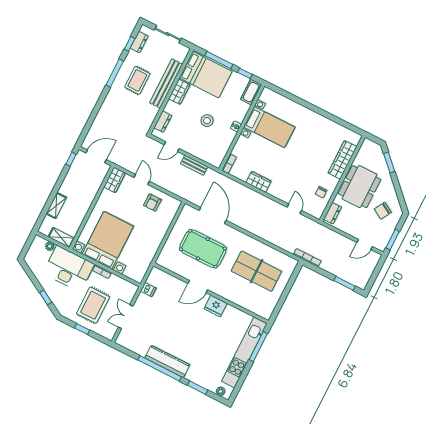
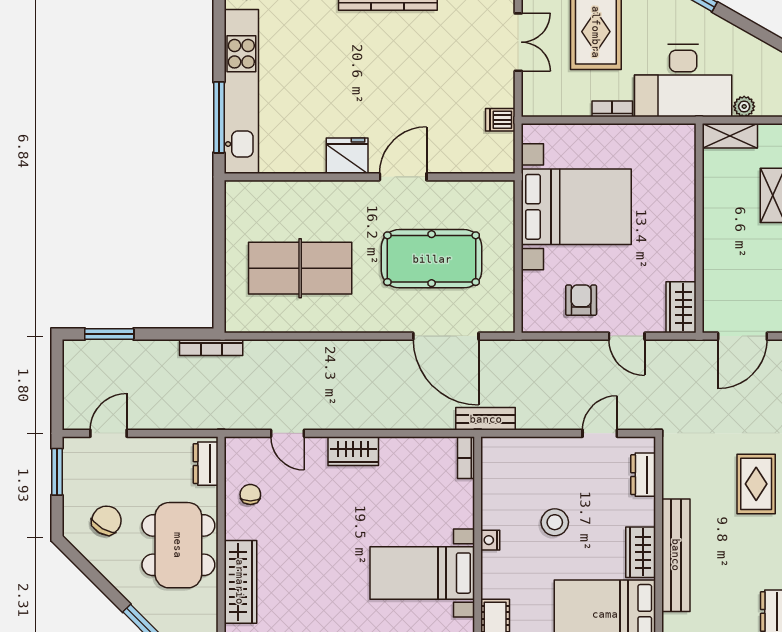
rug: (137, 80) -> (756, 484), moved
bench: (194, 165) -> (486, 419), moved
wardrobe: (259, 182) -> (353, 451), moved
bed with nightstands: (108, 240) -> (576, 207), moved, turned -90

